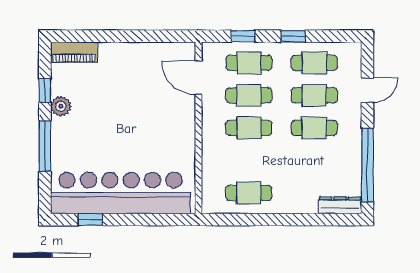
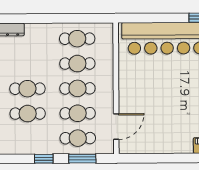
window: (243, 36) -> (82, 159), width x1.50
cafe table: (314, 63) -> (77, 64), moved
door: (198, 78) -> (116, 127), hinge flipped

